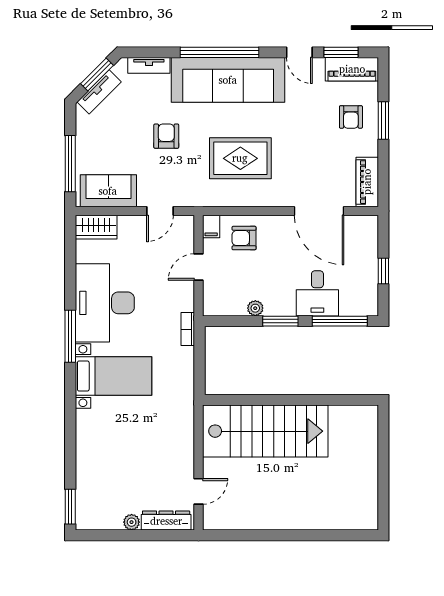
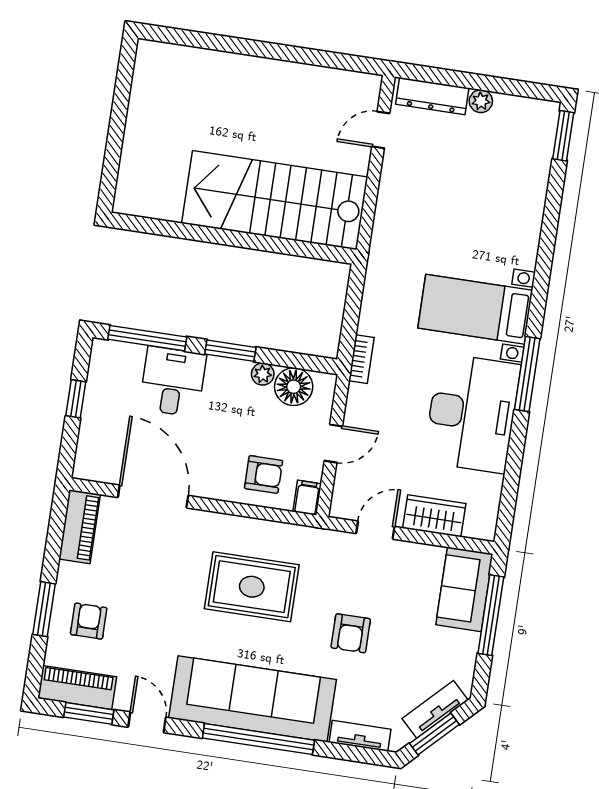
sofa: (108, 191) -> (464, 589), moved, turned 90
wardrobe: (96, 227) -> (434, 516), moved
floor lamp: (232, 303) -> (294, 387), added

